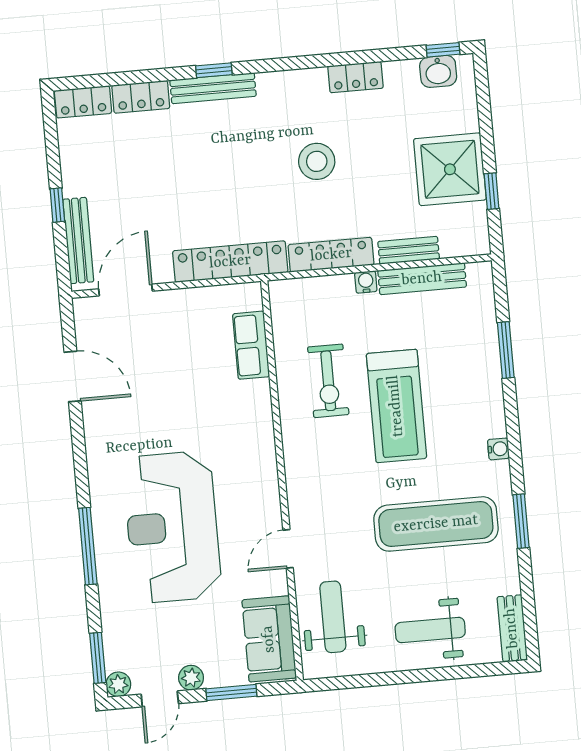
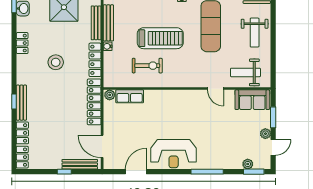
bench: (409, 250) -> (96, 23), width x1.36
plant: (250, 297) -> (110, 95), added
reception desk: (172, 527) -> (174, 154), moved, width x0.74, depth x0.77
plant: (118, 684) -> (248, 164), moved
door: (160, 699) -> (273, 147), hinge flipped

